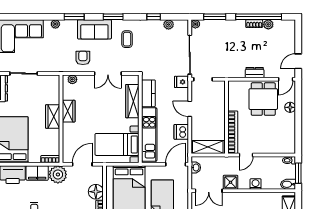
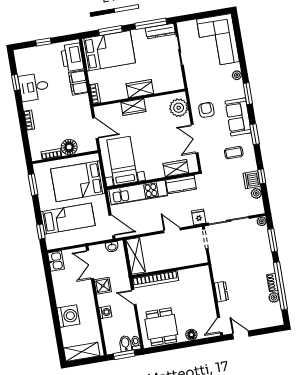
armchair: (83, 58) -> (206, 110), turned -90
plant: (72, 79) -> (179, 108), width x1.88, depth x1.88
door: (286, 79) -> (220, 325), hinge flipped
dining table: (263, 99) -> (161, 327), moved, turned 90
wardrobe: (132, 101) -> (176, 168), width x0.67
door: (190, 109) -> (172, 230), hinge flipped
wardrobe: (69, 111) -> (133, 107), moved
dishwasher: (181, 132) -> (252, 180), moved, turned -90
plant: (58, 174) -> (80, 104), removed
bidet: (288, 184) -> (125, 344), moved

